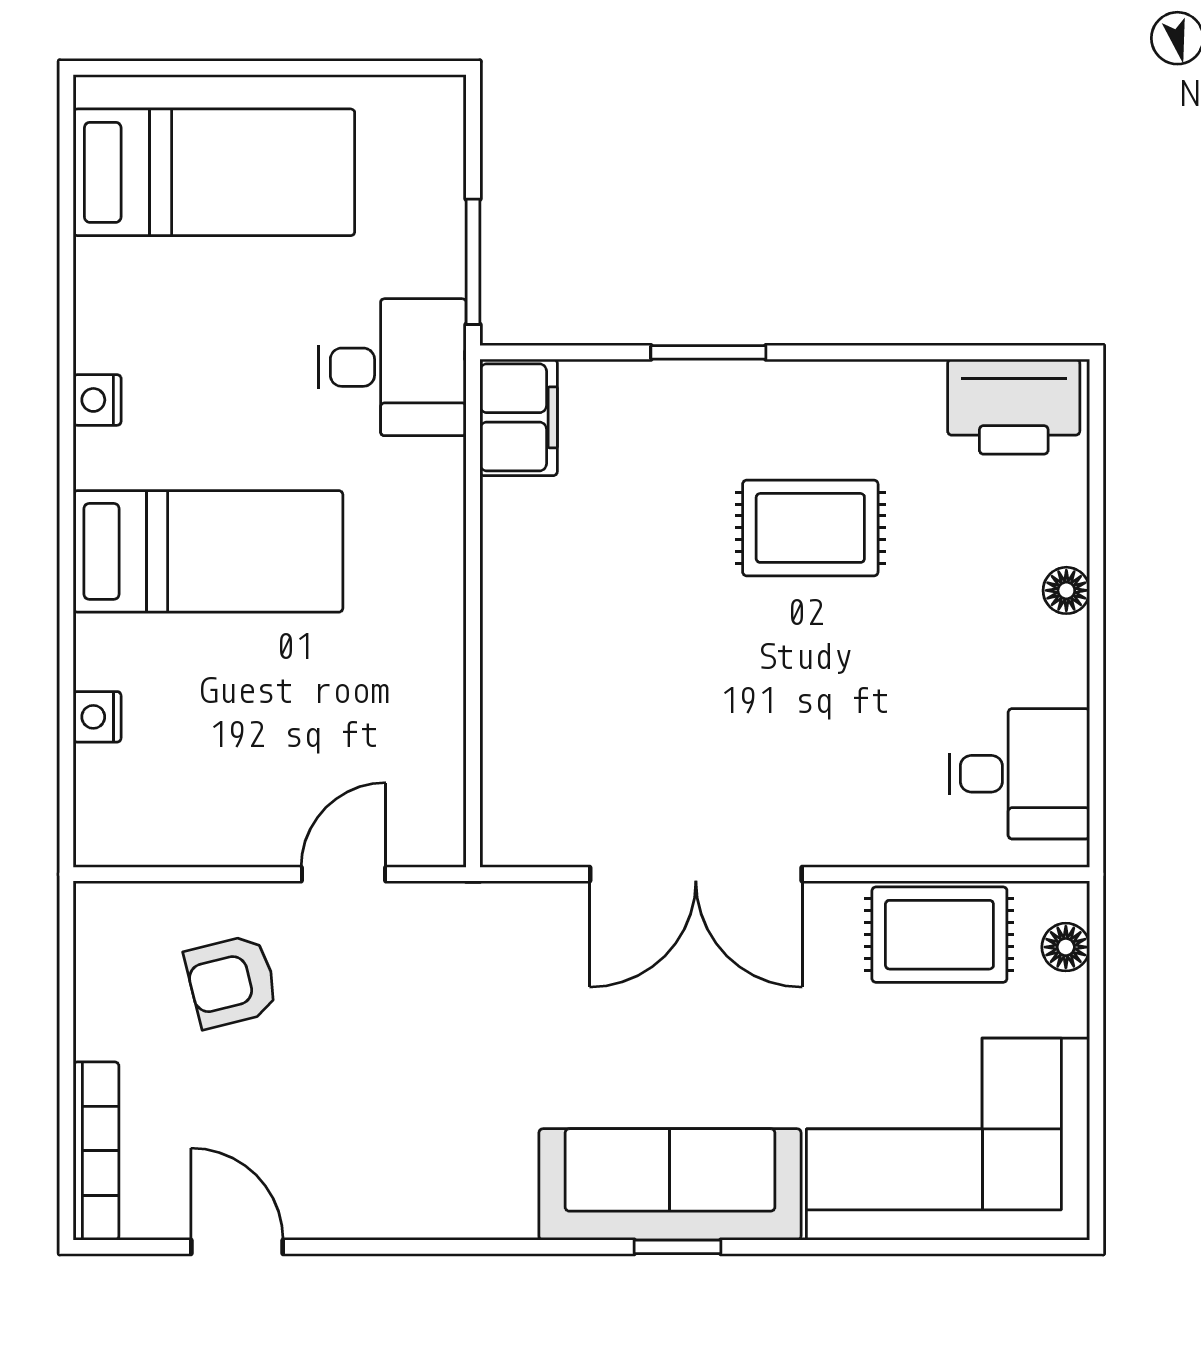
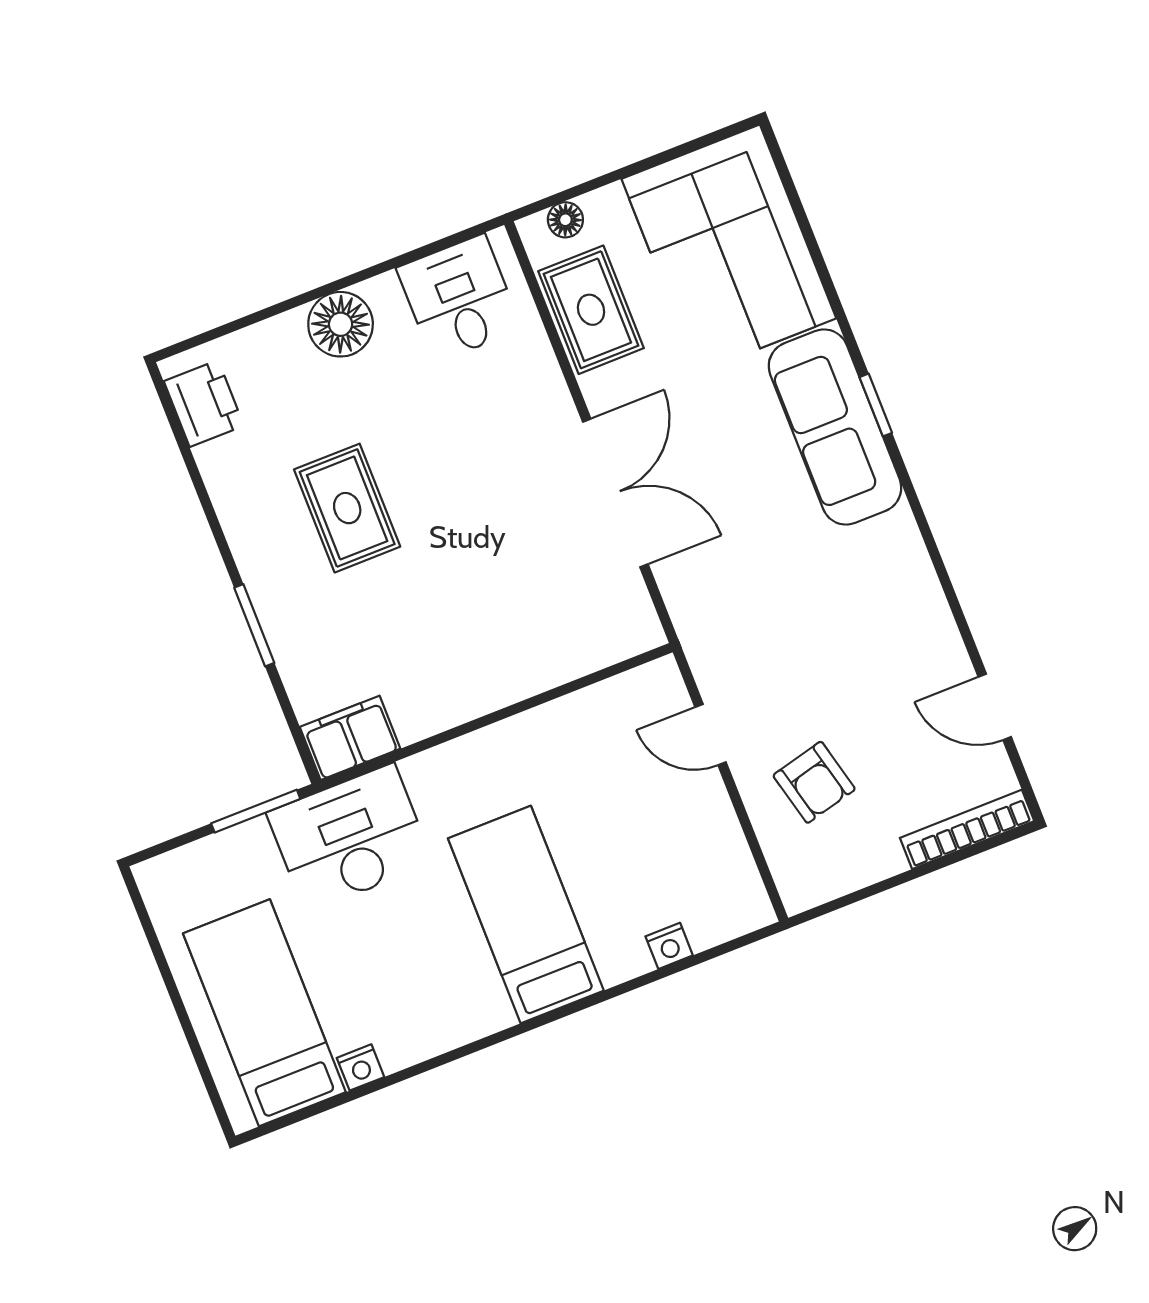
desk: (392, 367) -> (350, 838), width x1.37
nightstand: (97, 400) -> (360, 1067), moved
printer: (1014, 407) -> (204, 403), width x0.73, depth x0.84
floor lamp: (1066, 590) -> (341, 324), width x1.89, depth x1.89
door: (237, 1247) -> (995, 707), hinge flipped

